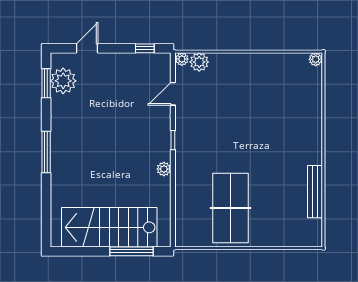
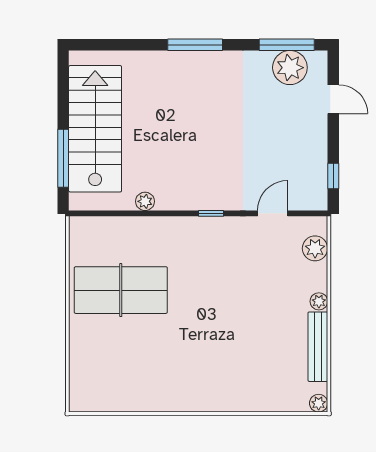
plant: (182, 59) -> (319, 301), moved
window: (46, 83) -> (287, 45), width x1.44
door: (173, 94) -> (273, 213), hinge flipped
plant: (164, 169) -> (145, 201), moved
bench: (315, 192) -> (318, 347), moved, turned 90

